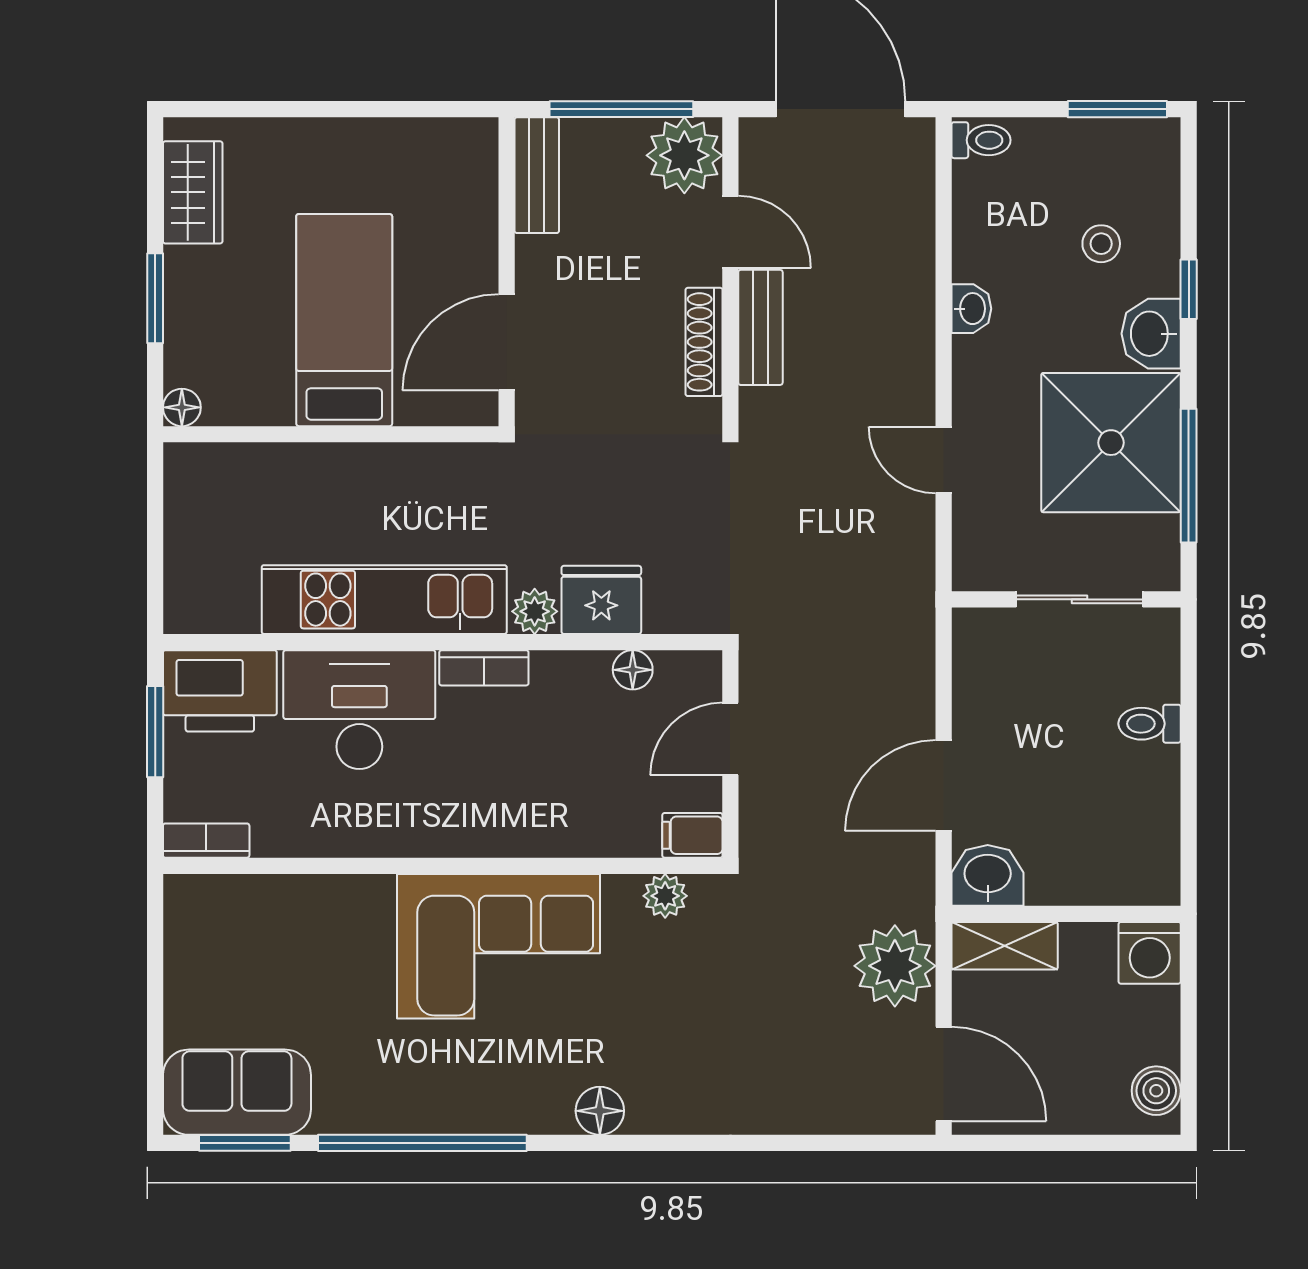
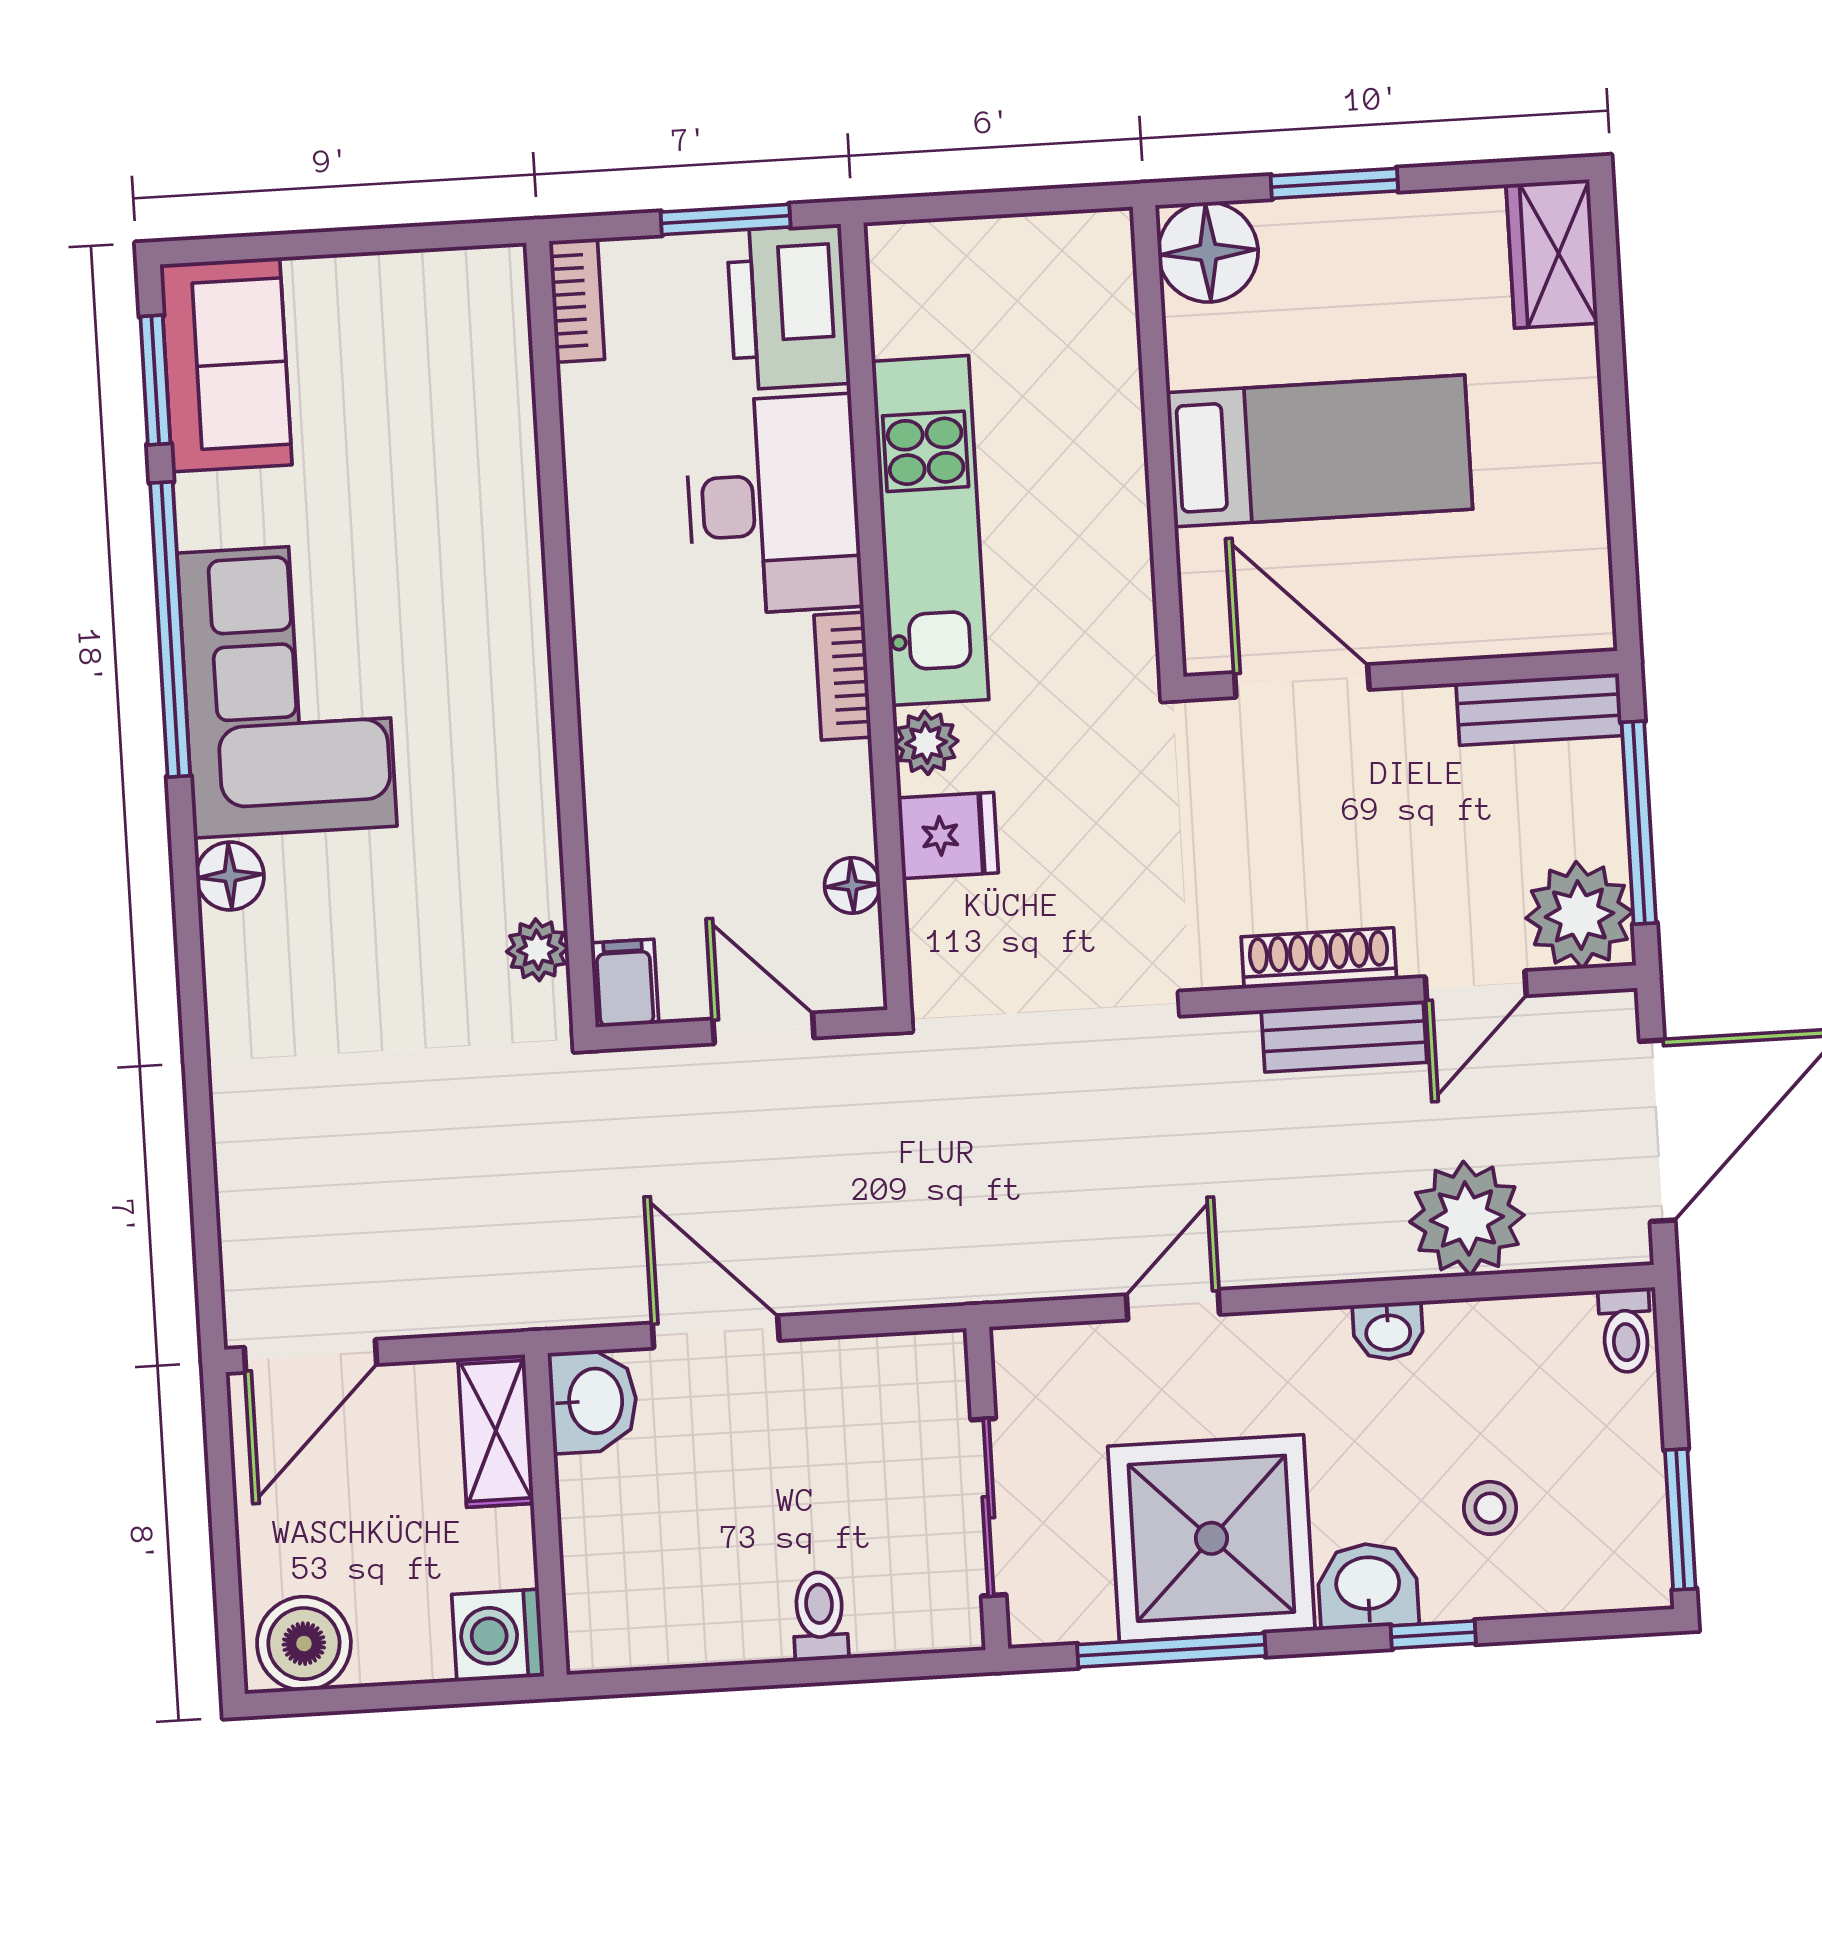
wardrobe: (193, 192) -> (1552, 254), moved, turned 90
floor lamp: (182, 407) -> (1208, 252), width x1.89, depth x1.89
fridge: (601, 600) -> (948, 835), width x0.72
corner sofa: (499, 946) -> (287, 690), moved, turned 180
plant: (895, 966) -> (1467, 1218), moved
boiler: (1156, 1091) -> (304, 1644), width x1.36, depth x1.36

